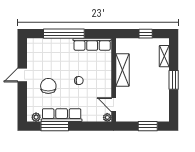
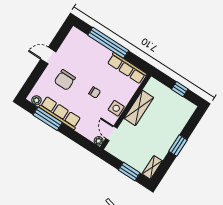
shelving: (164, 56) -> (152, 167), moved
side table: (104, 82) -> (116, 108), added
chair: (48, 86) -> (65, 80), turned 180

